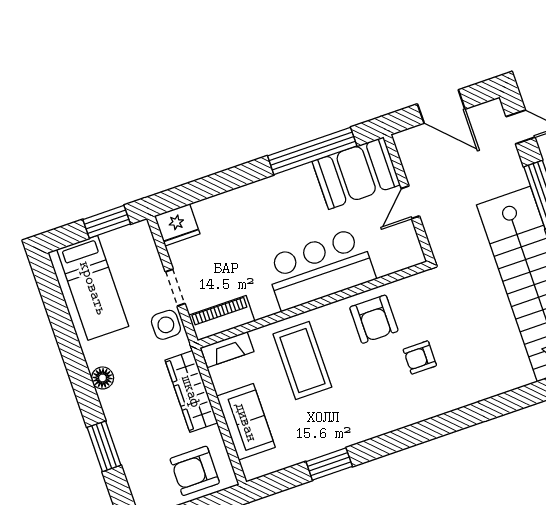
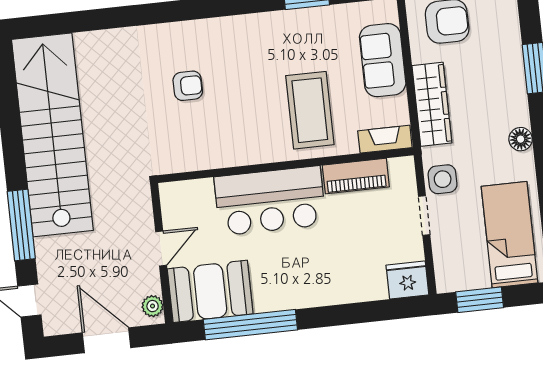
plant: (406, 148) -> (153, 306), added
piano: (222, 318) -> (356, 176), moved
armchair: (374, 319) -> (226, 136), removed

